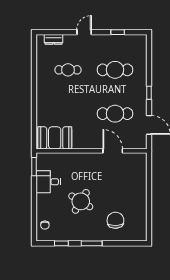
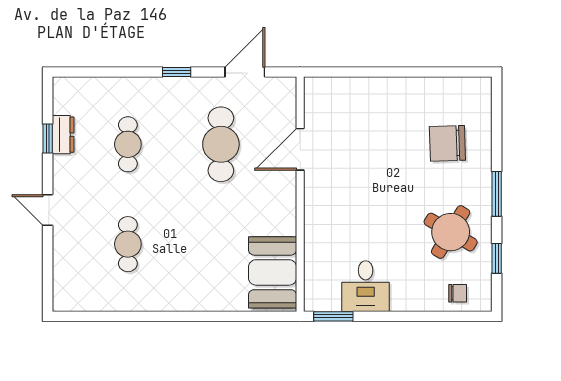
dresser: (54, 39) -> (63, 135), moved
cafe table: (115, 70) -> (128, 144), width x0.73, depth x0.74
round table: (81, 201) -> (451, 232), moved

